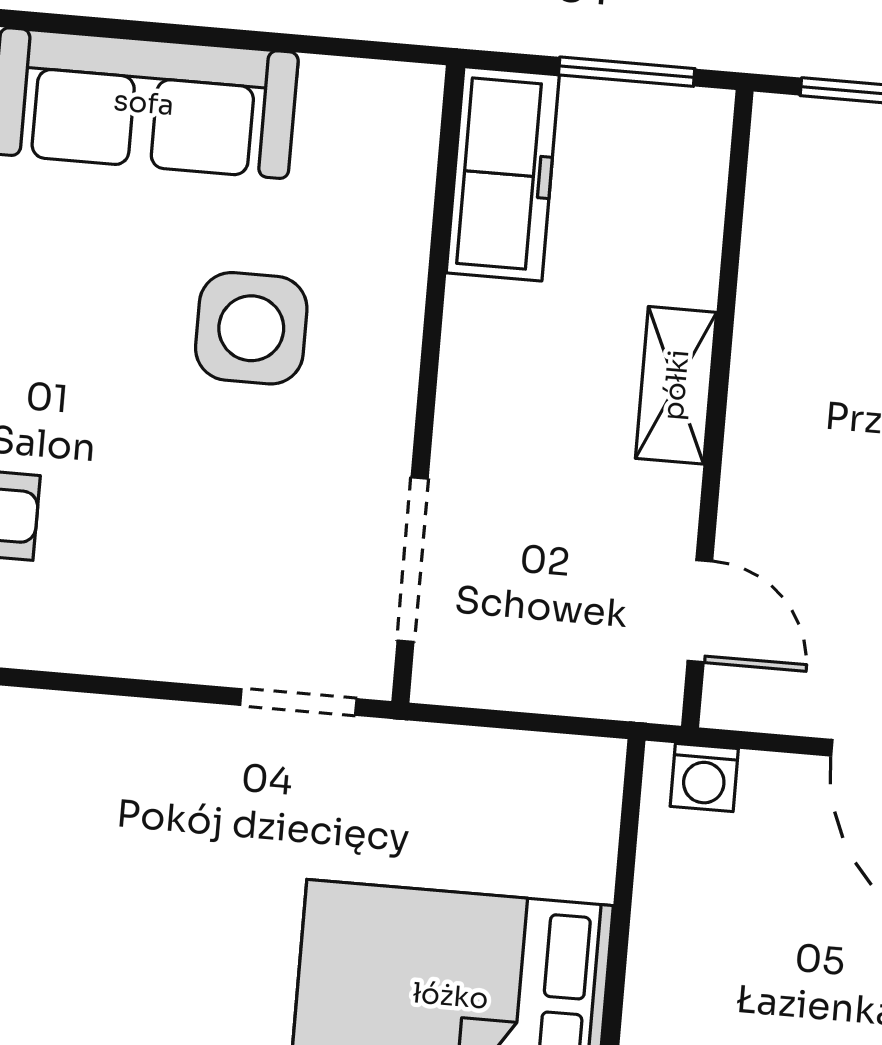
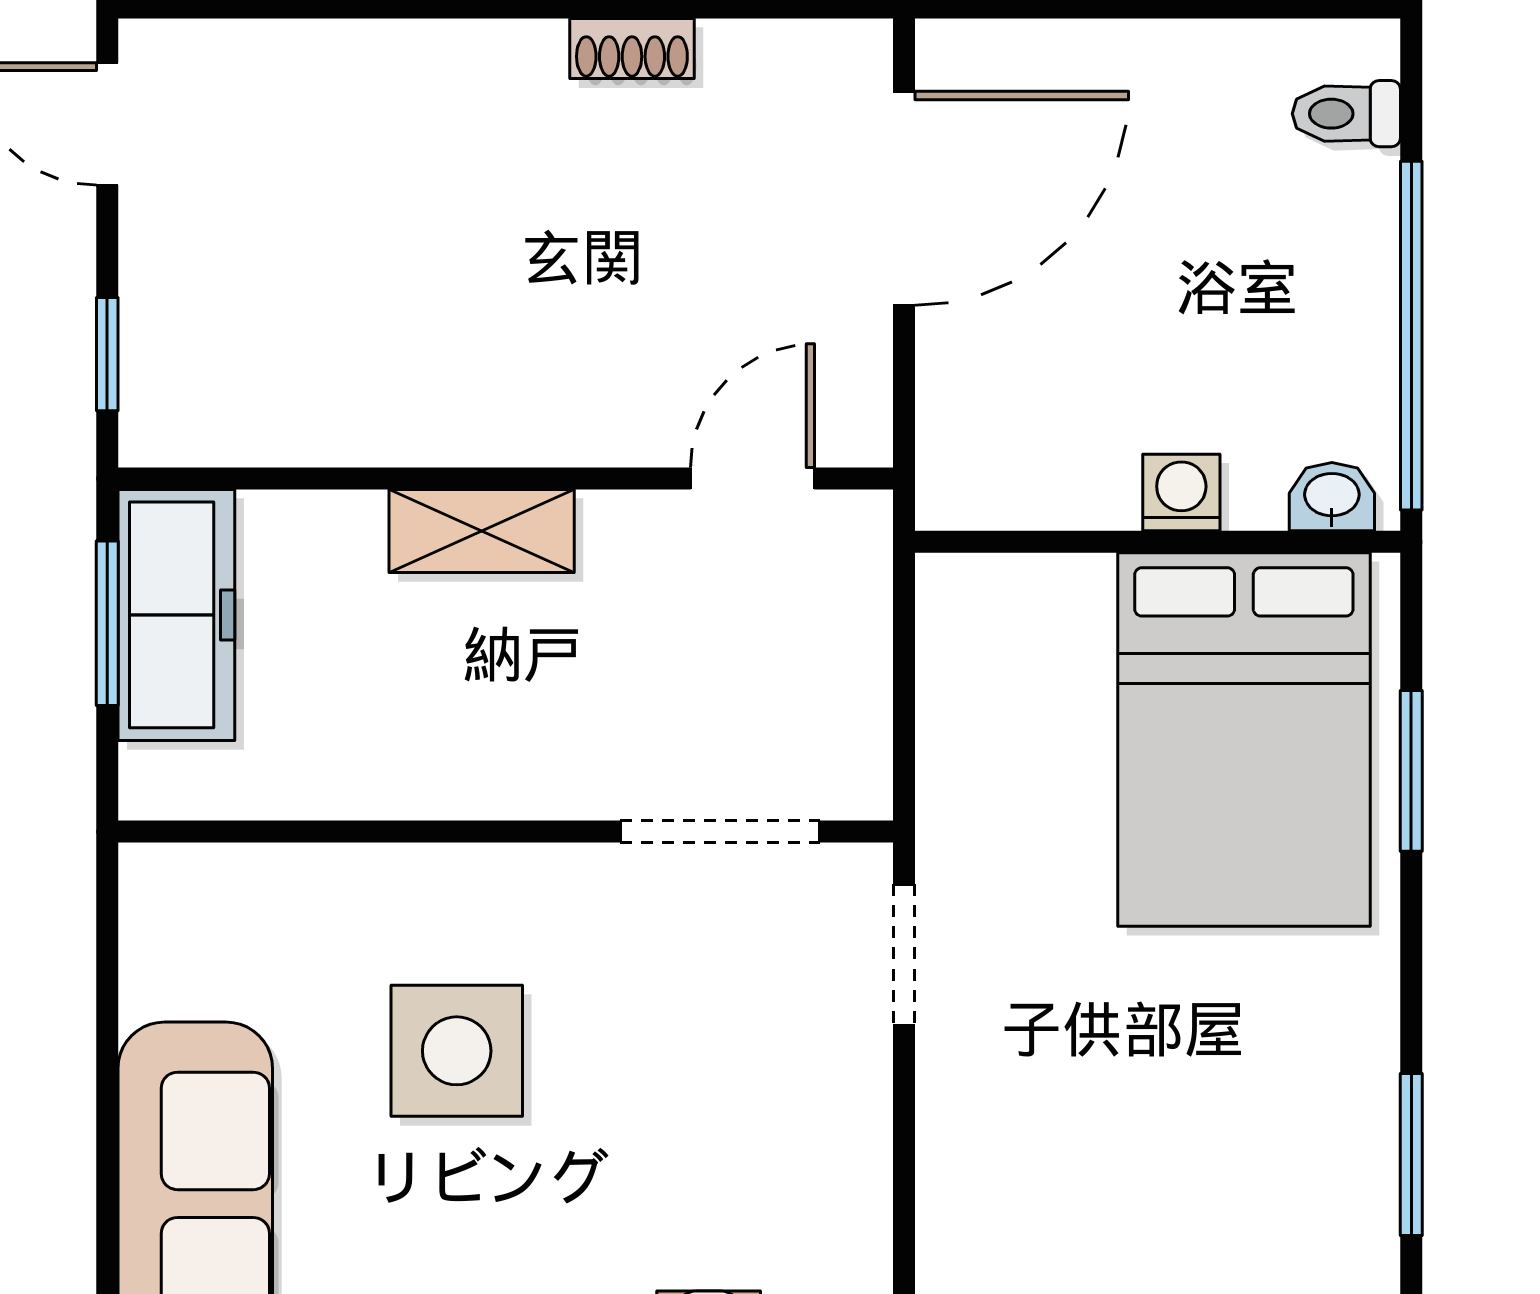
freezer: (503, 174) -> (176, 615), moved, turned 90
washing machine: (704, 778) -> (1181, 493), moved, turned -90

